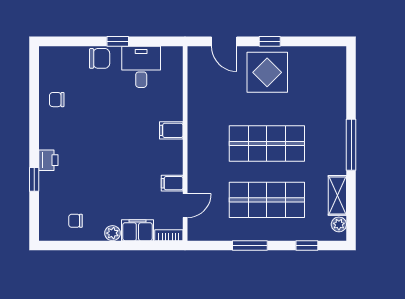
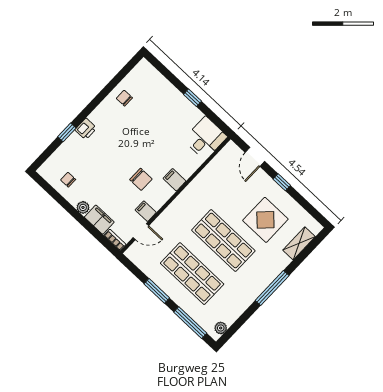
chair: (100, 58) -> (141, 179), moved
desk: (141, 67) -> (205, 138), moved
display table: (267, 72) -> (265, 220), moved
shelving: (337, 195) -> (299, 243), moved
window: (307, 245) -> (190, 323), width x2.17

